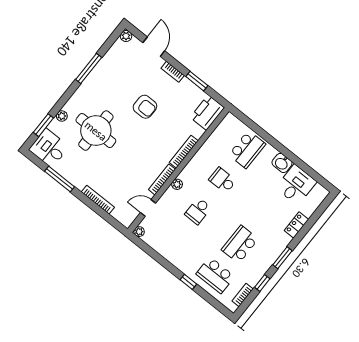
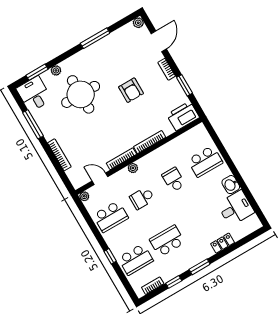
school desk: (173, 242) -> (111, 216), added
school desk: (215, 275) -> (136, 259), turned -90

